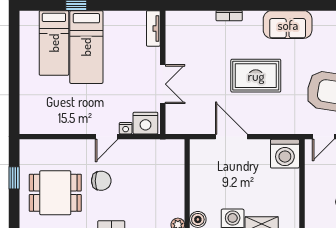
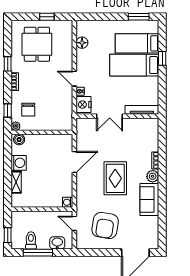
plant: (253, 20) -> (153, 176), added
tv unit: (153, 28) -> (142, 110), width x1.41
window: (14, 41) -> (139, 17), added
floor lamp: (53, 125) -> (82, 43), added
washing machine: (285, 154) -> (68, 202), width x0.53, depth x0.53
chair: (101, 181) -> (28, 110), moved

